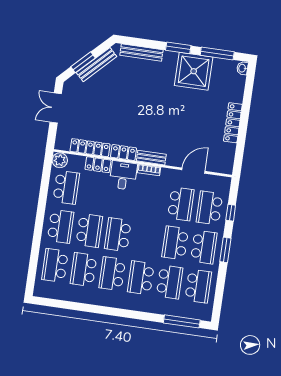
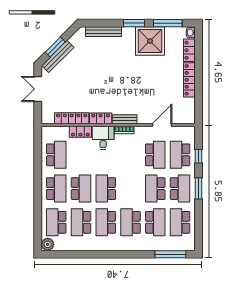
bench: (97, 65) -> (58, 56), moved
locker: (238, 88) -> (189, 50), added
plant: (60, 160) -> (48, 244), moved
school desk: (198, 286) -> (180, 222), turned 180

